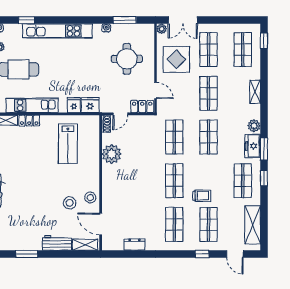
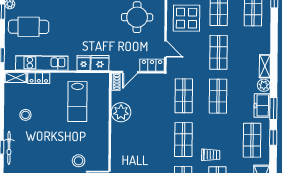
shelving: (255, 92) -> (265, 66), moved
stool: (90, 198) -> (25, 115), moved

